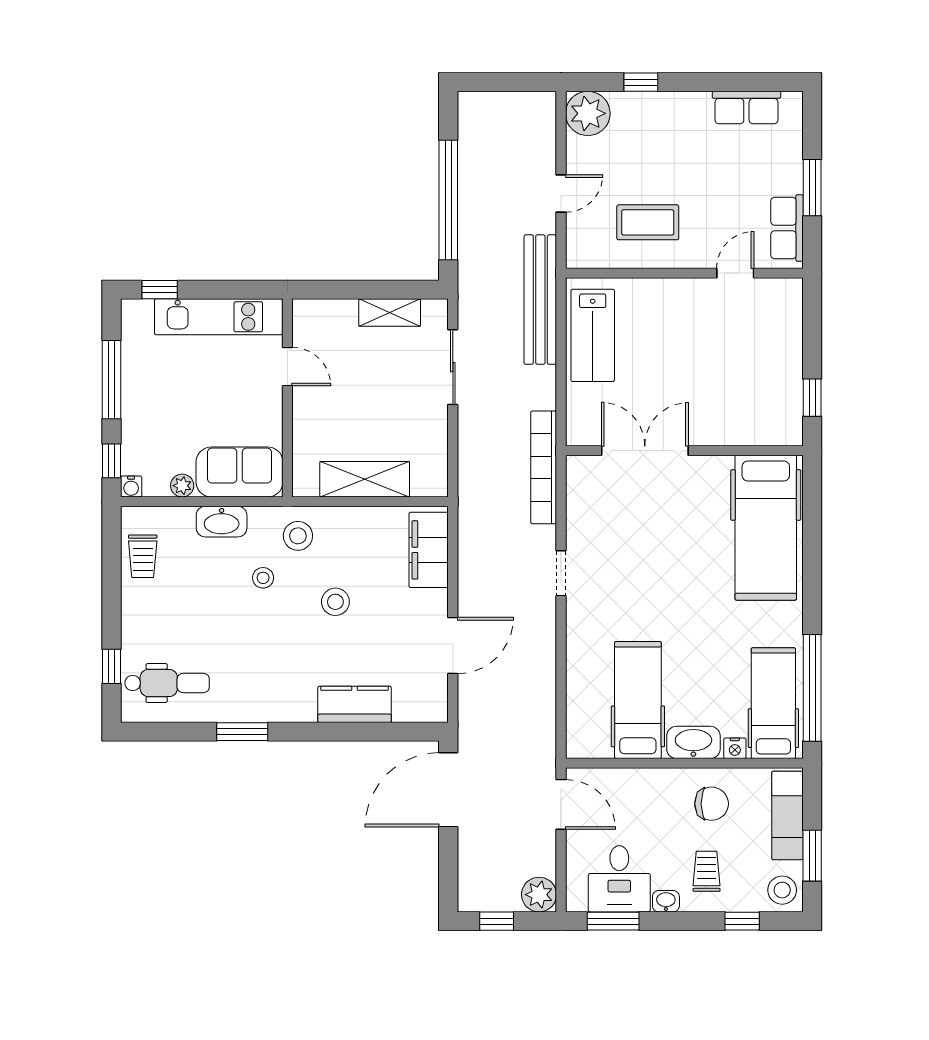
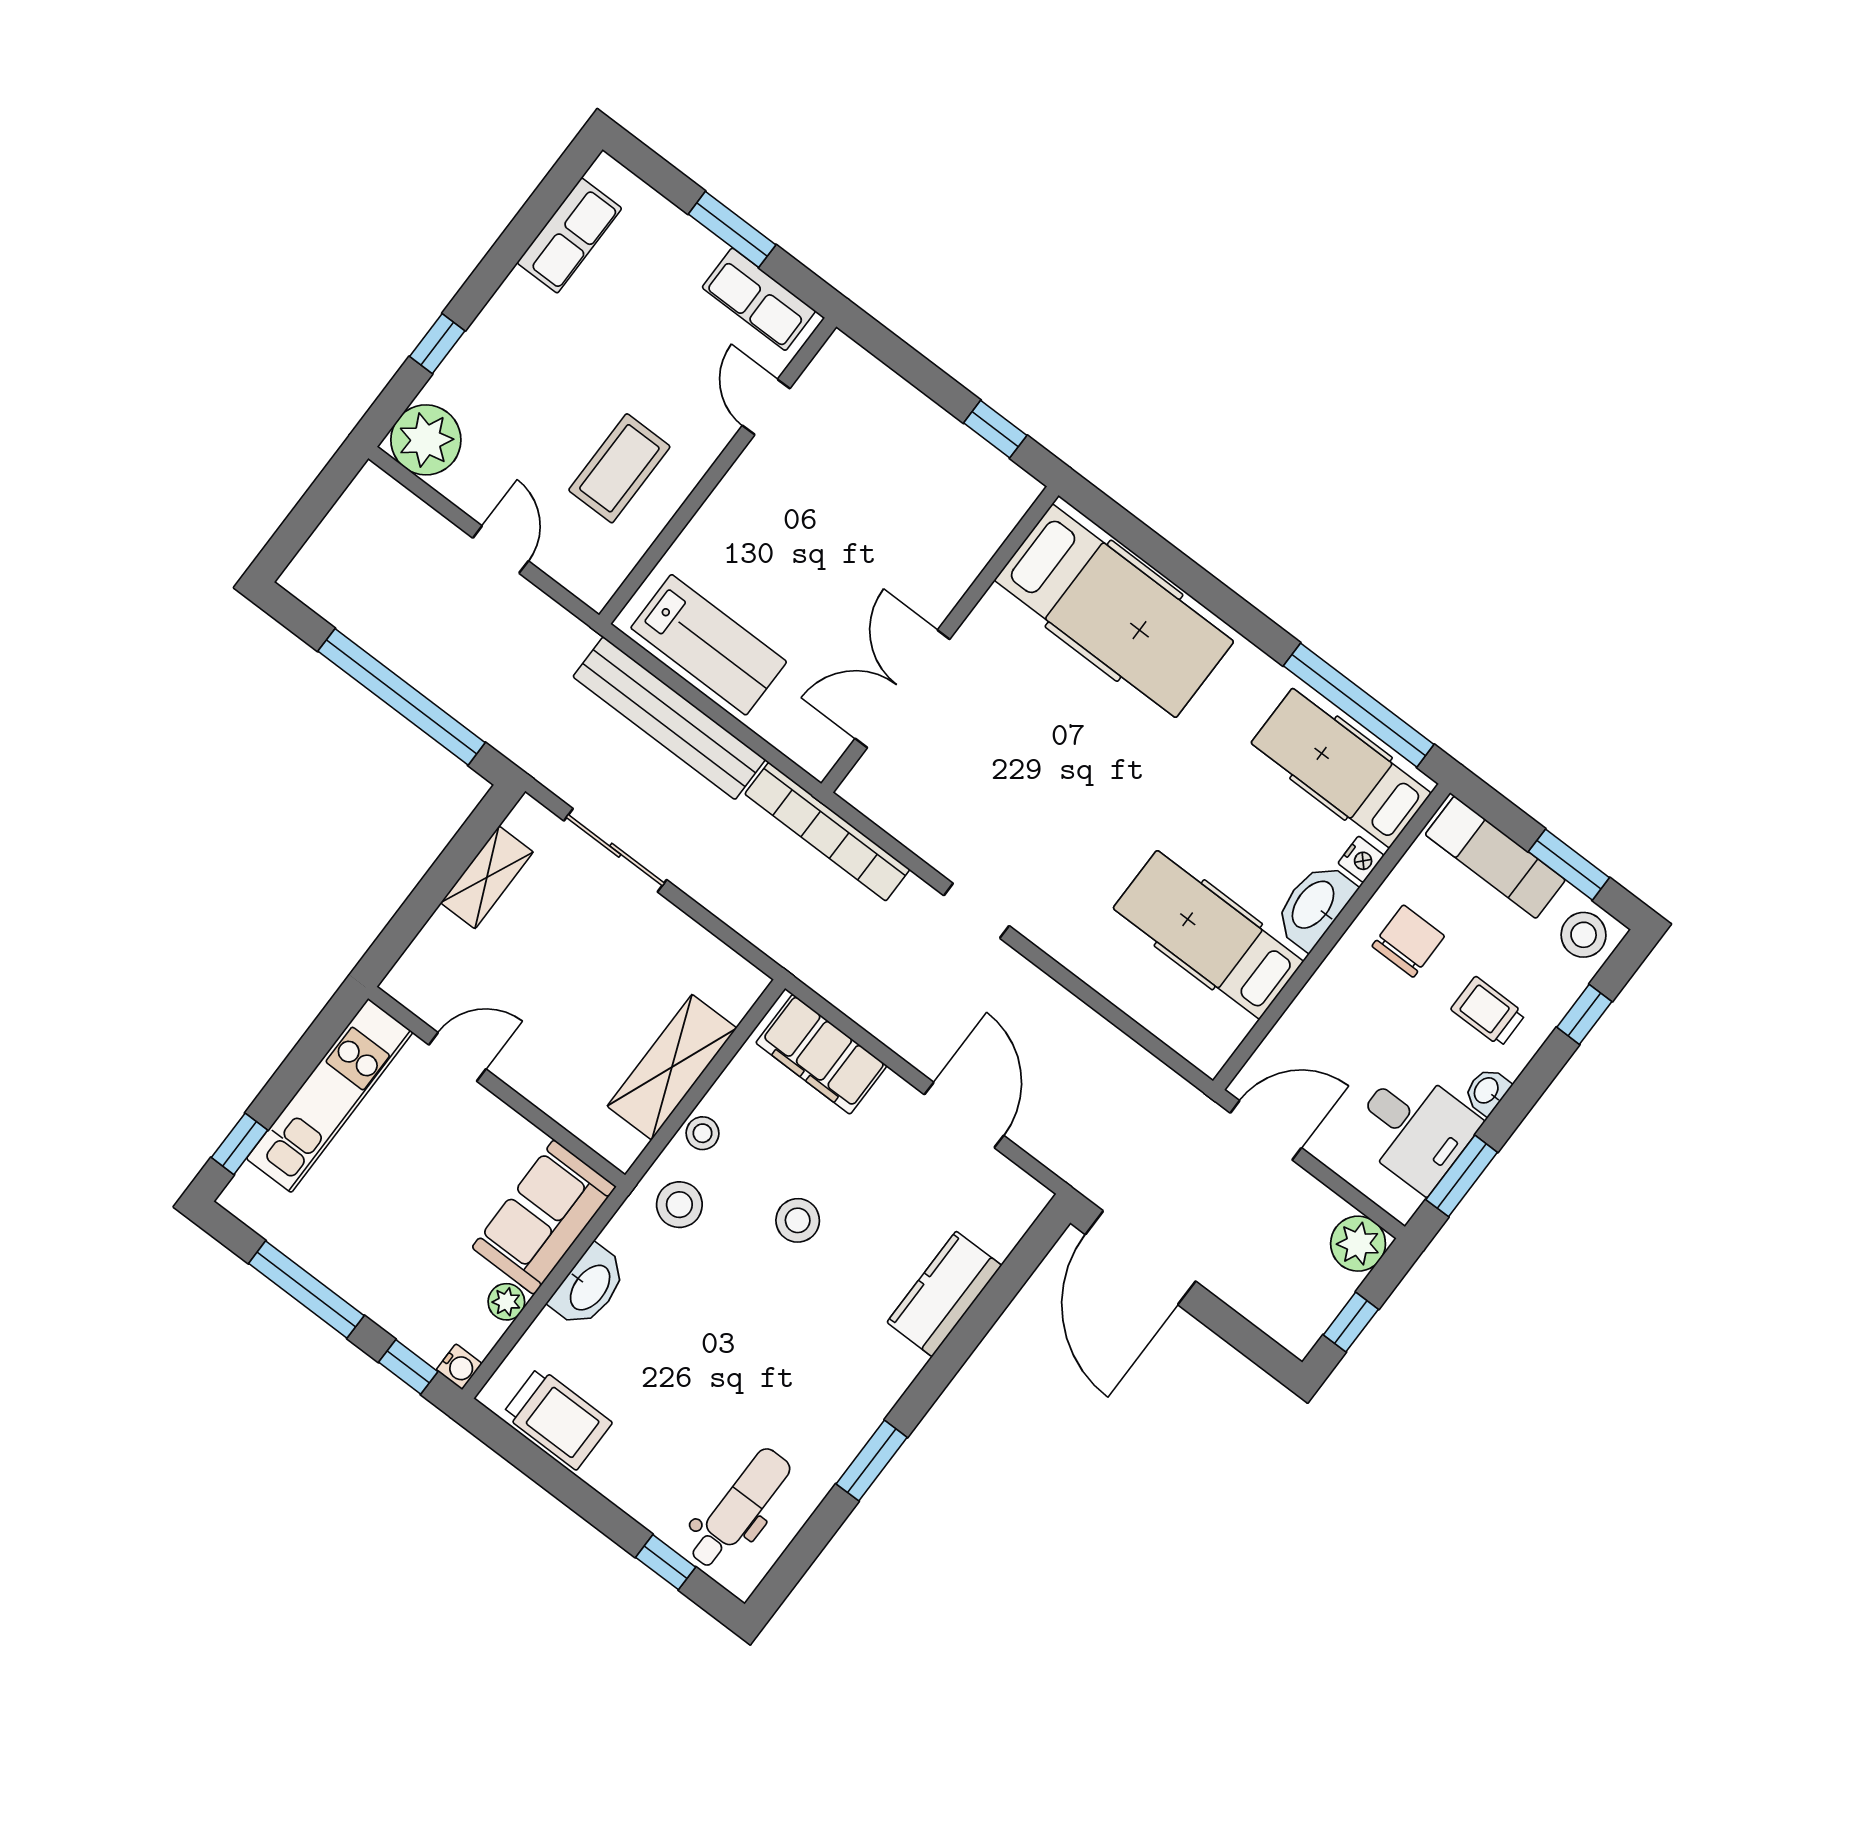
bench: (540, 300) -> (669, 718), moved
trolley: (143, 556) -> (557, 1418), width x1.36, depth x1.39
stool: (263, 578) -> (703, 1133), moved

